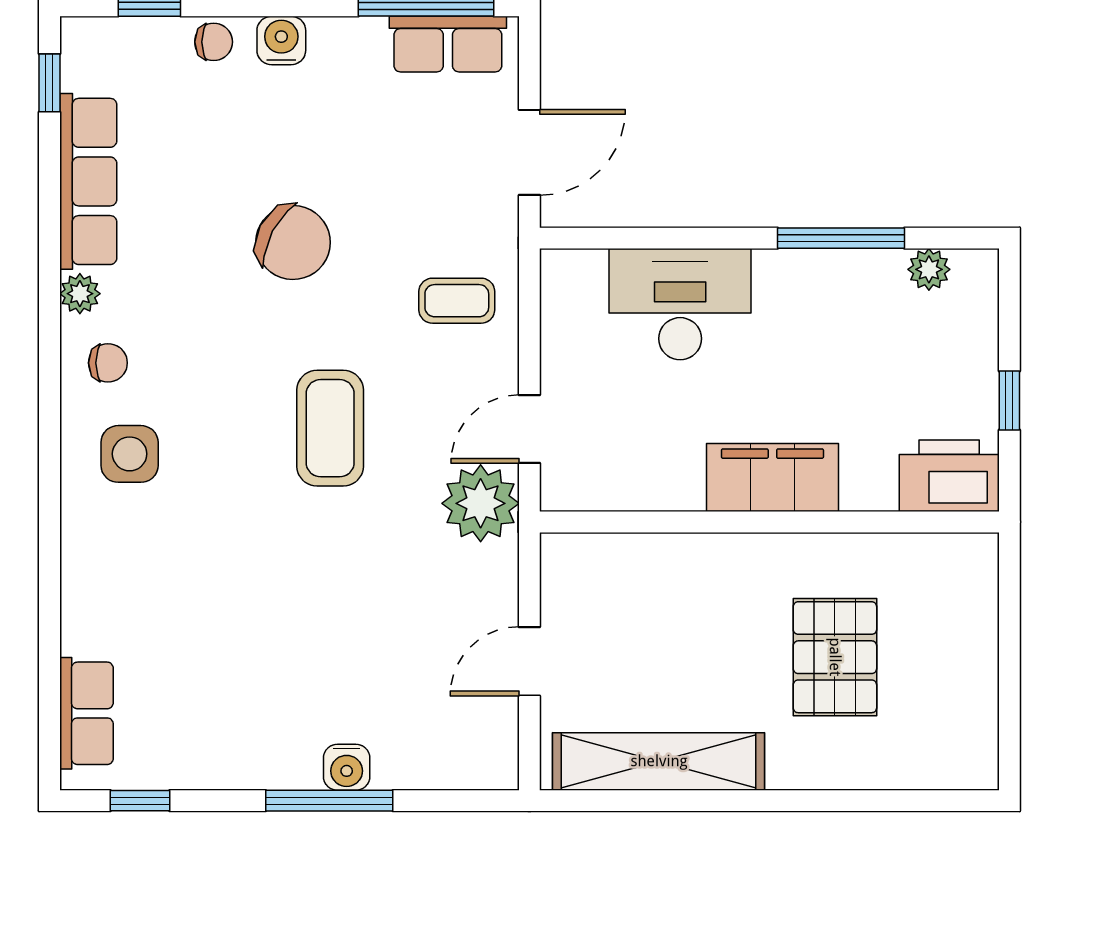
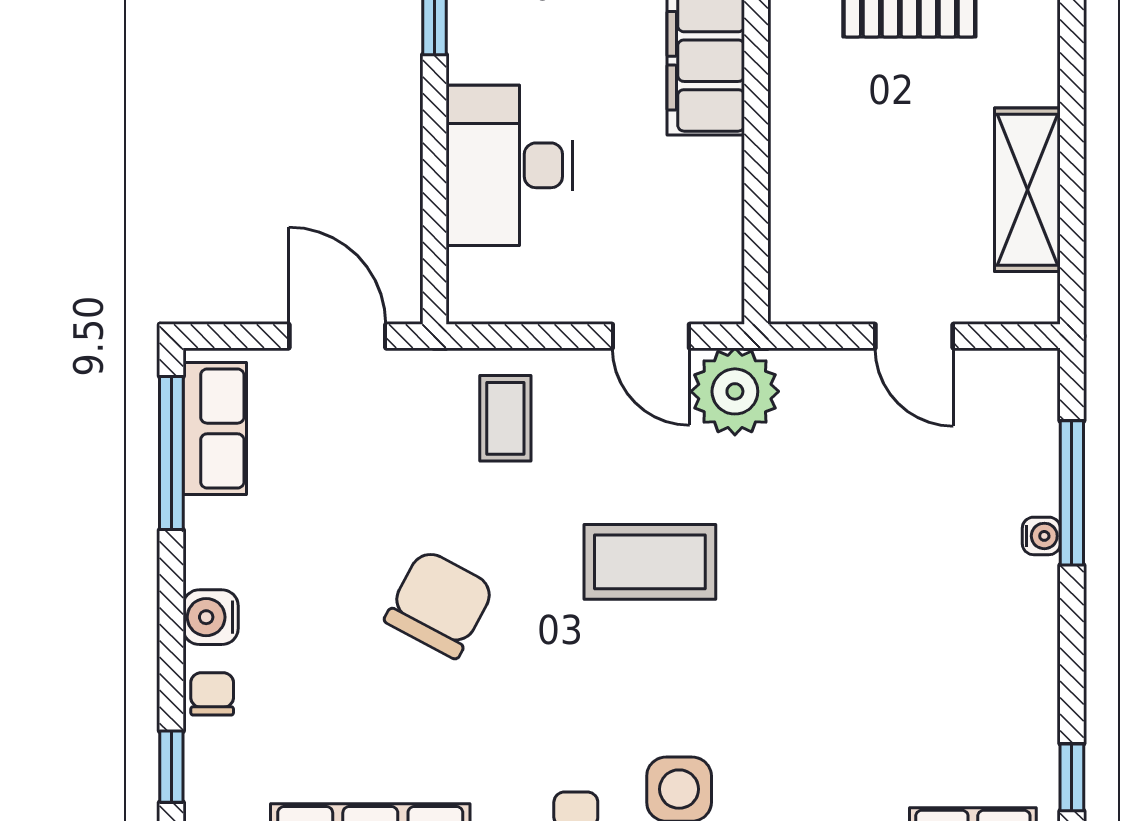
shelving: (659, 761) -> (1027, 190), width x0.68
water cooler: (347, 767) -> (1041, 536), width x0.72, depth x0.72
window: (329, 801) -> (1072, 493), moved

